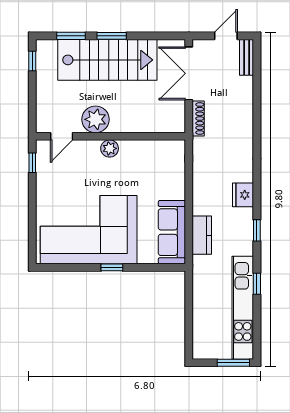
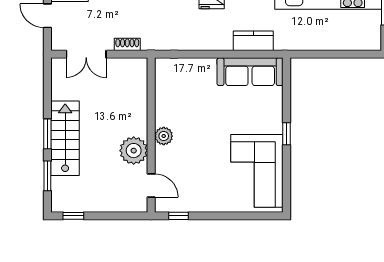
stairs: (107, 60) -> (65, 138), width x0.73, depth x0.66
double door: (189, 73) -> (86, 54), width x0.73
shoe rack: (198, 119) -> (127, 44), width x0.70
corner sofa: (89, 230) -> (257, 171), width x0.73, depth x0.74

